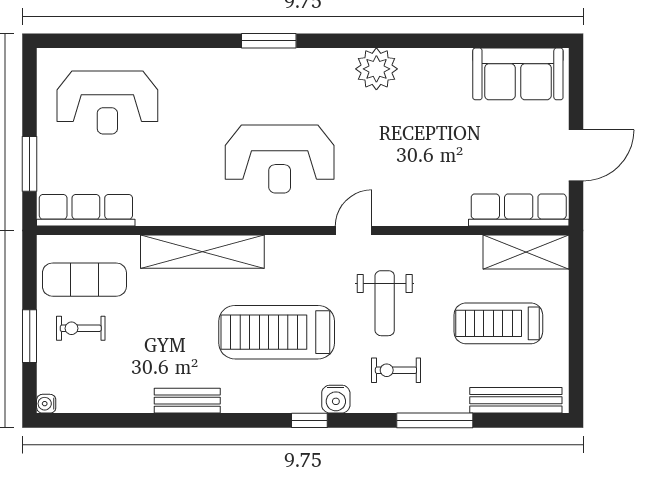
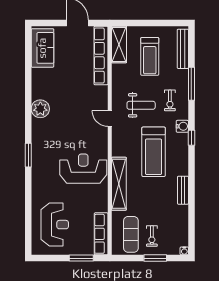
reception desk: (280, 159) -> (83, 169), moved, turned -90
row of seats: (519, 210) -> (101, 56), width x1.36

